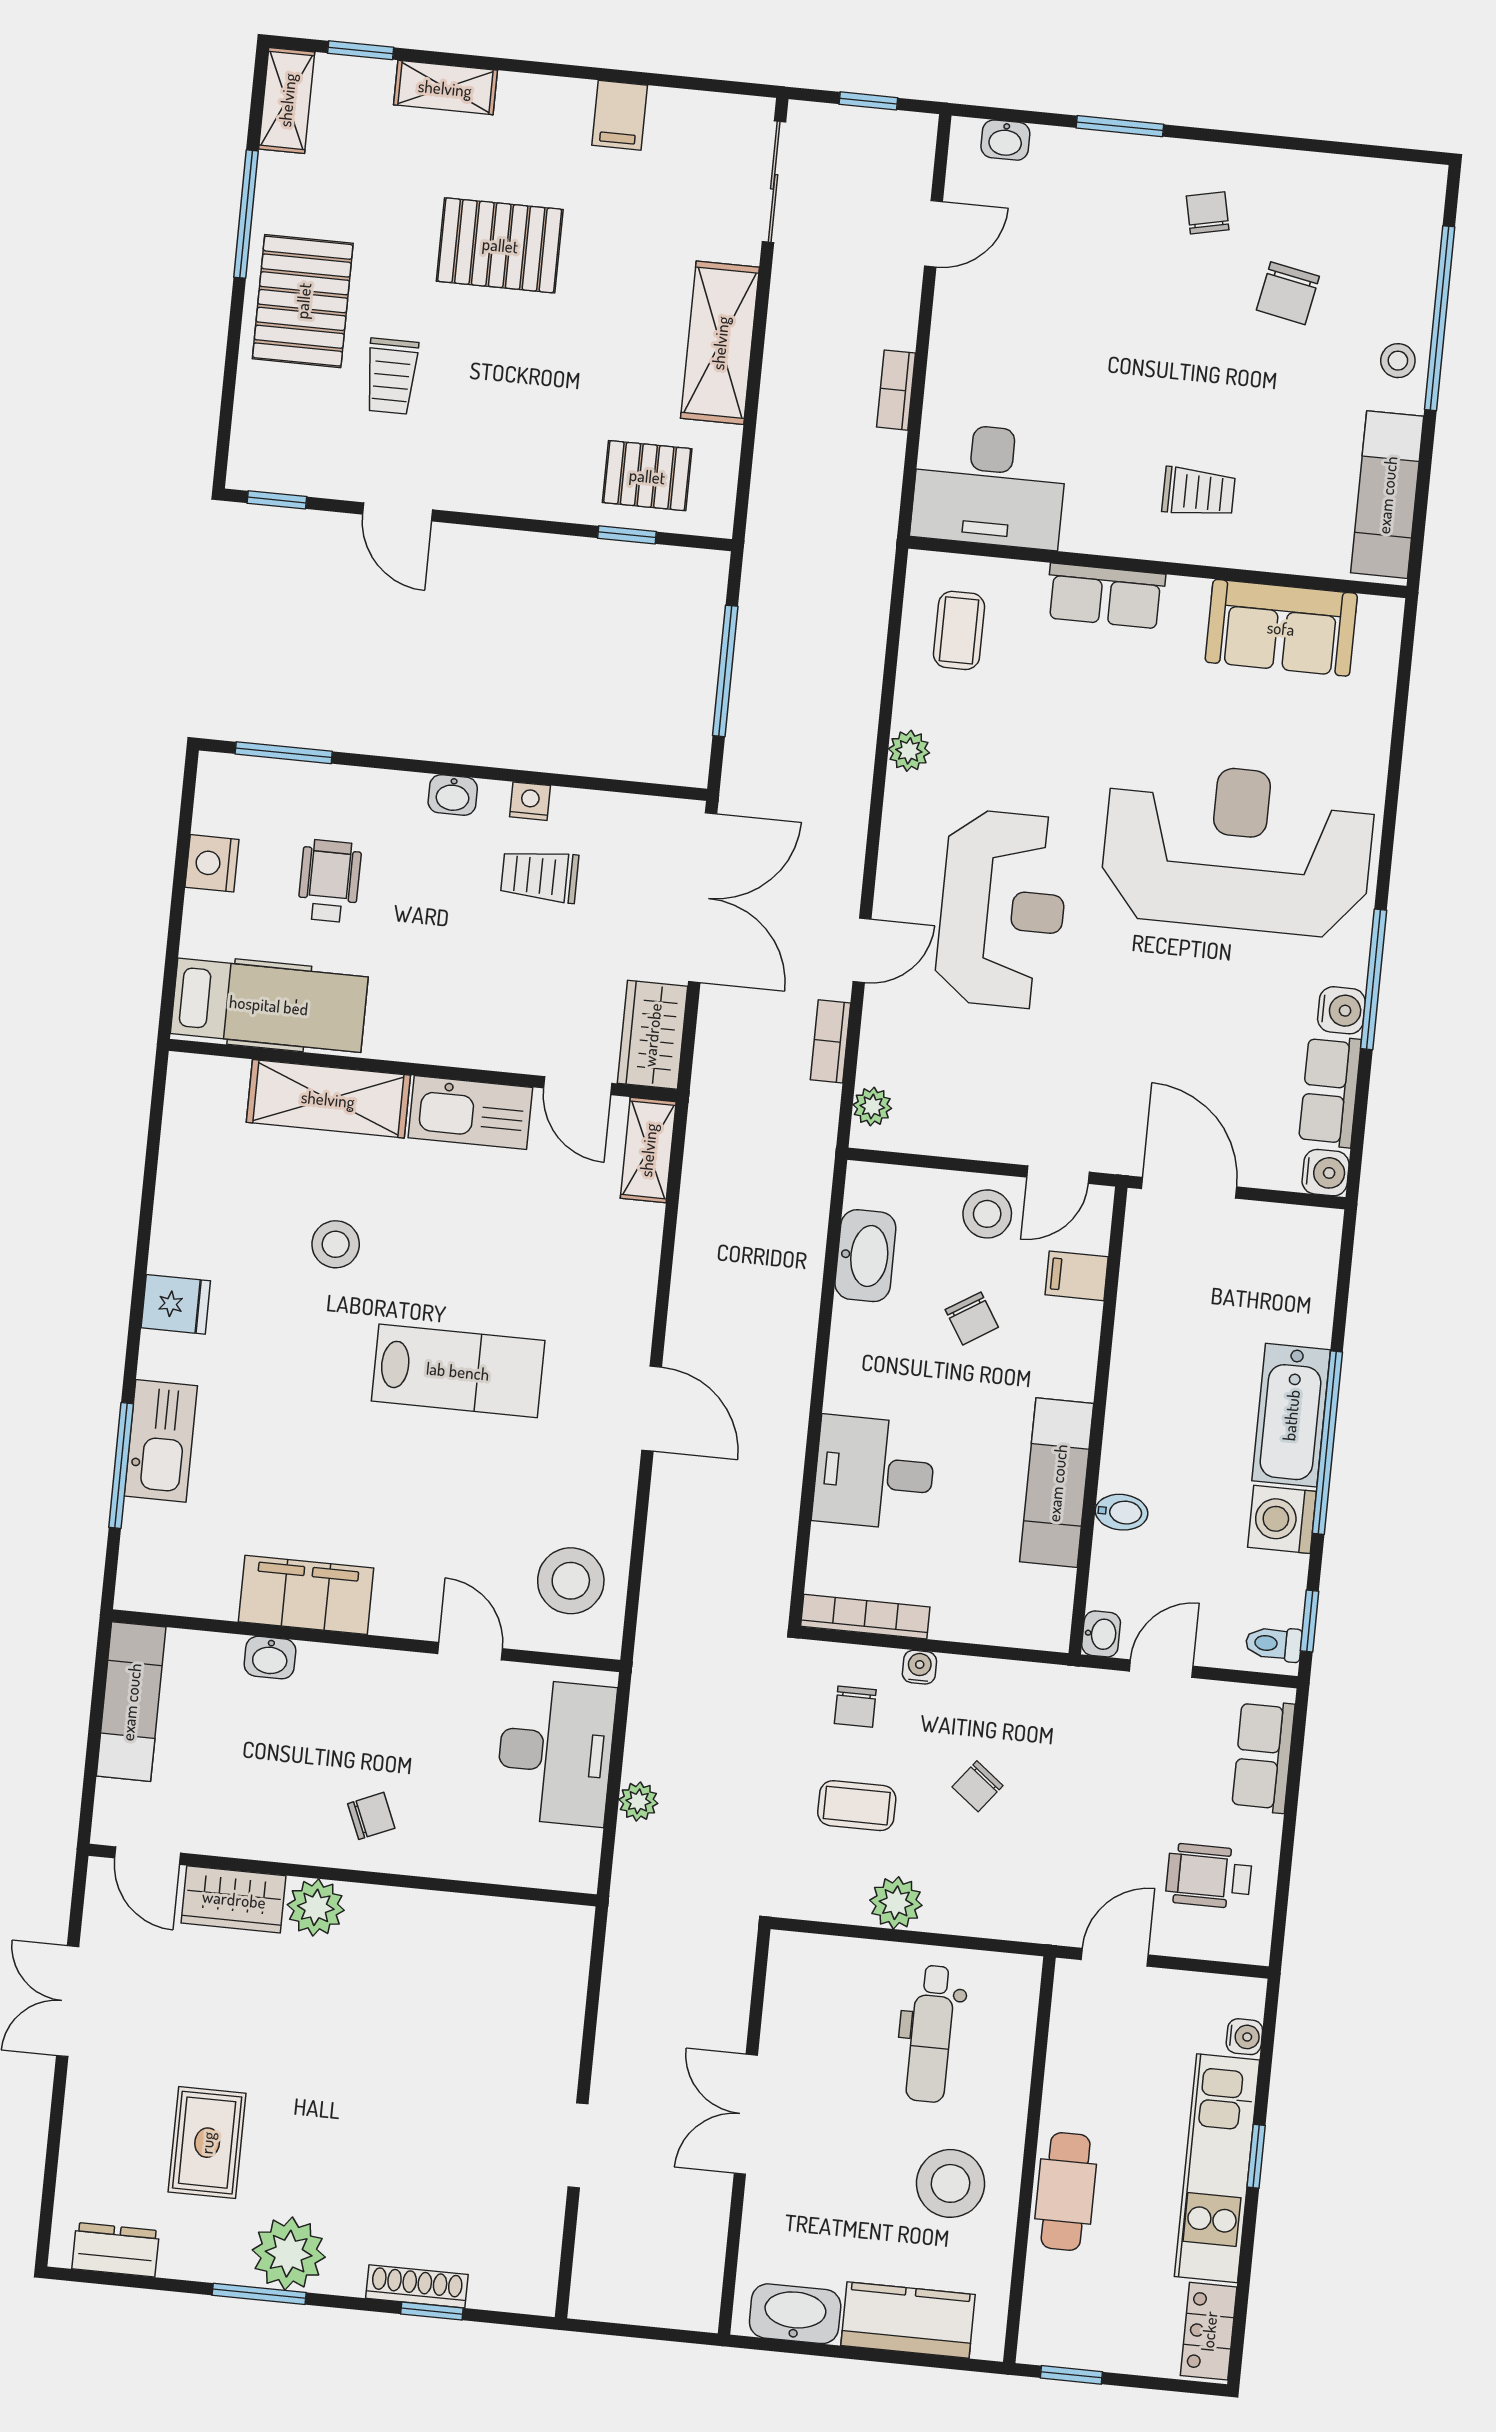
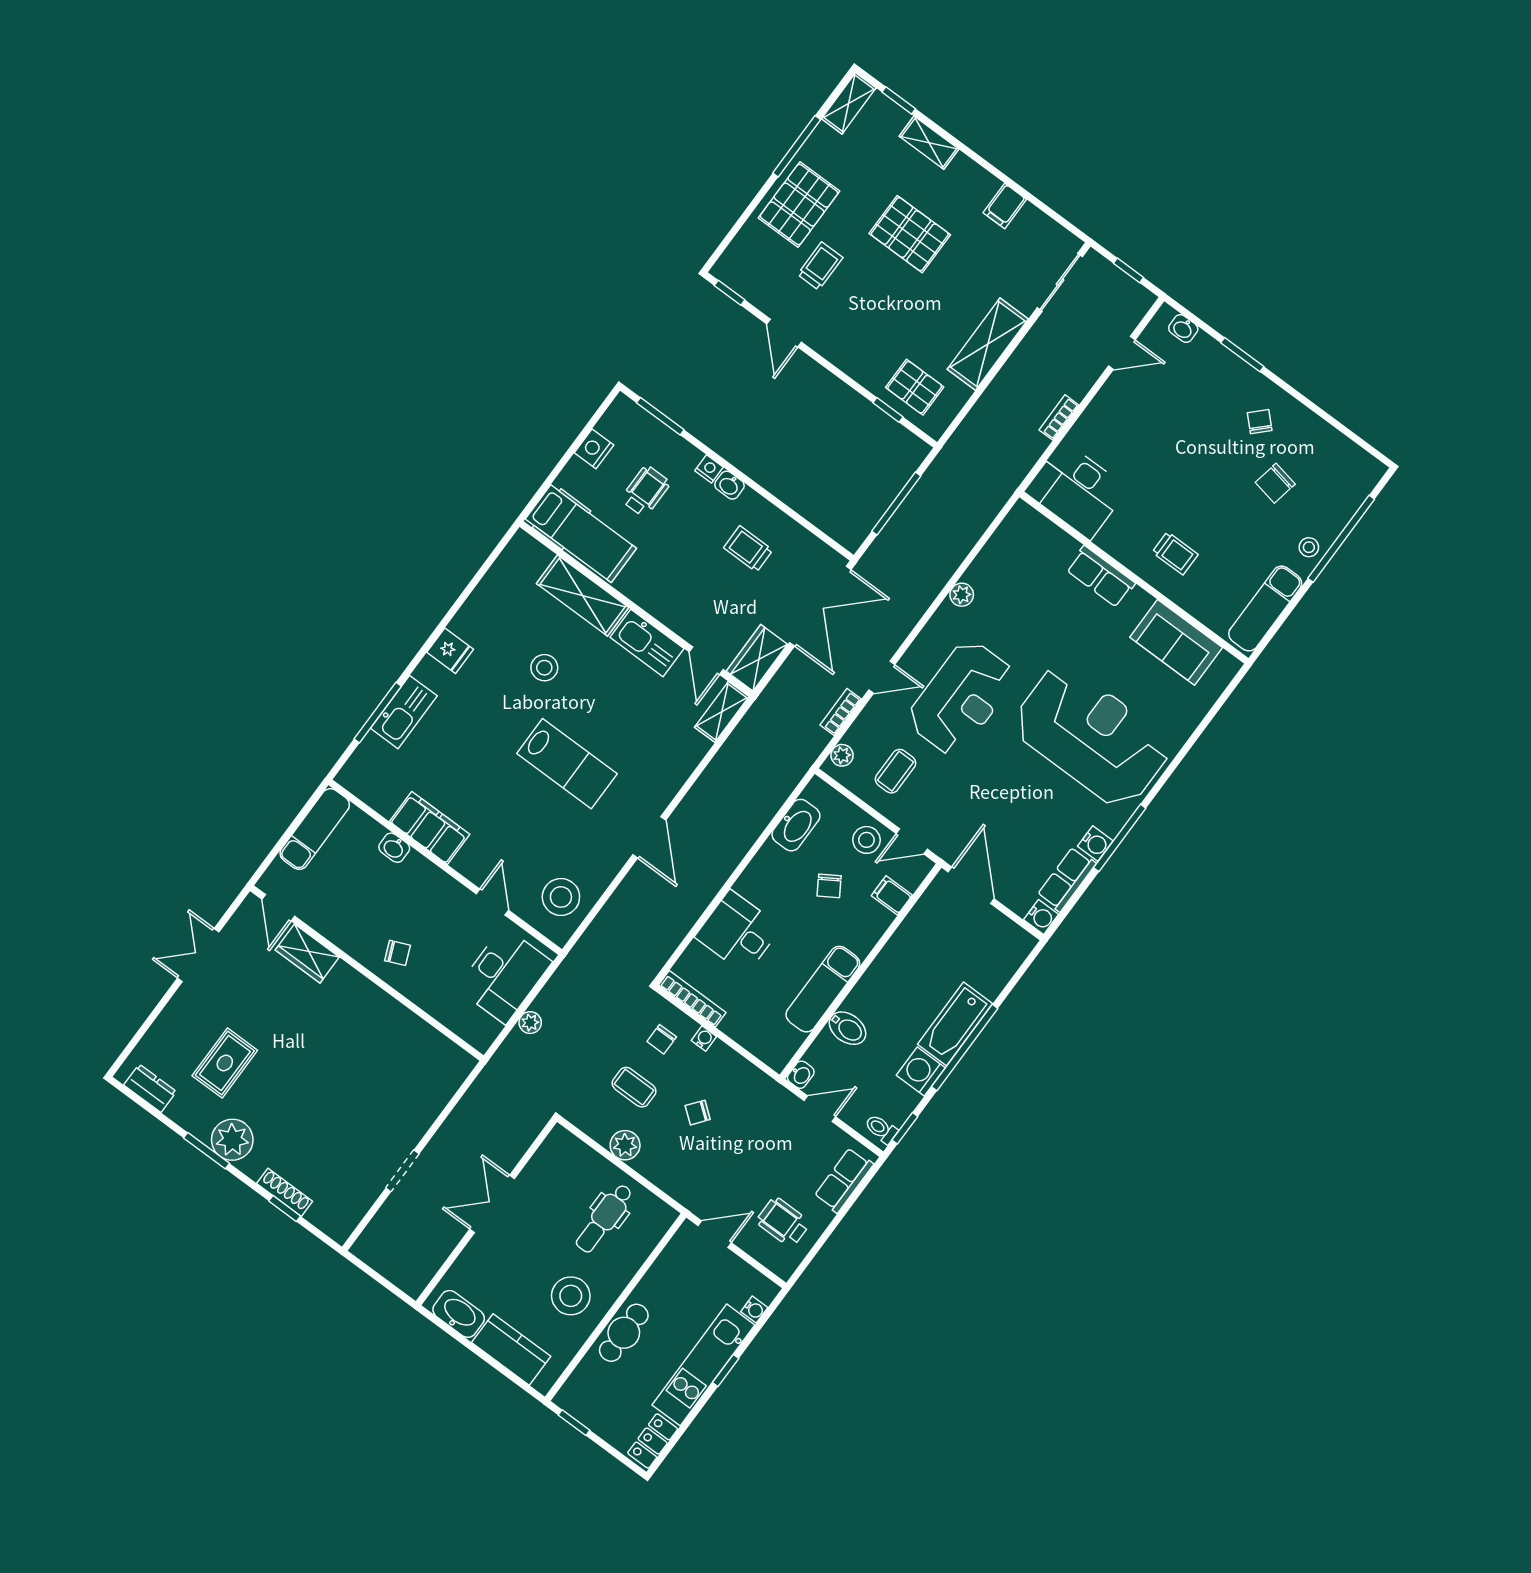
chair: (1208, 213) -> (1260, 422), turned -33
trolley: (391, 376) -> (820, 266), turned 180
coffee table: (959, 630) -> (896, 771), moved
nightstand: (530, 801) -> (709, 469), moved
bidet: (1121, 1512) -> (848, 1028), width x1.38, depth x1.36
plant: (316, 1907) -> (345, 981), removed

